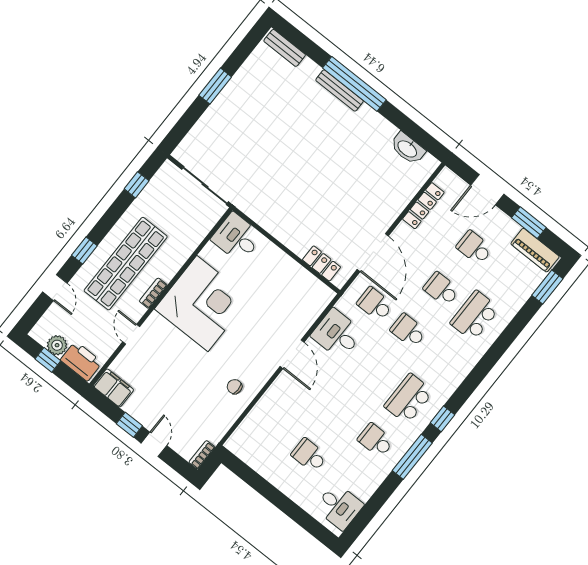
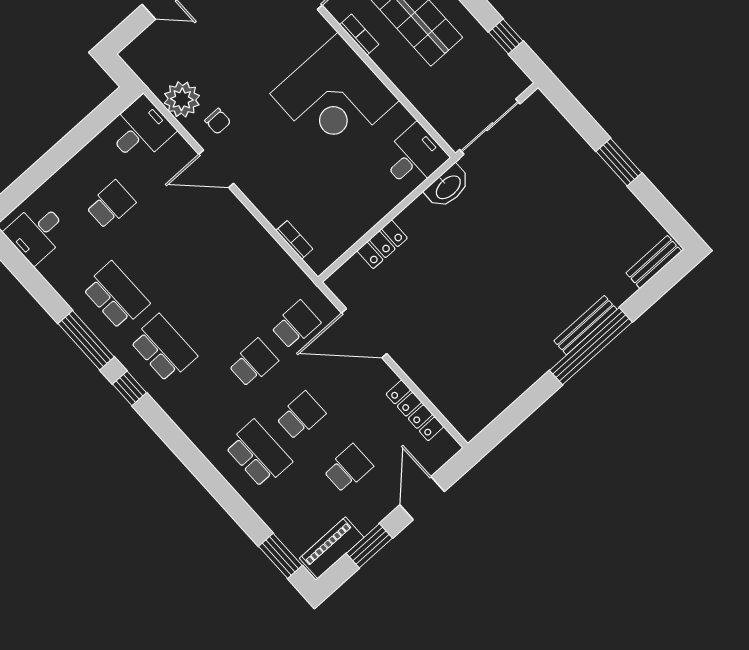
washbasin: (408, 148) -> (448, 187), moved, turned 180
locker: (322, 263) -> (382, 244), moved
desk: (337, 334) -> (140, 130), moved
door: (292, 354) -> (216, 169), moved
chair: (235, 387) -> (218, 121), turned 90
plant: (223, 416) -> (182, 99), added
school desk: (376, 440) -> (116, 296), width x1.85
bookcase: (202, 455) -> (294, 240), moved

